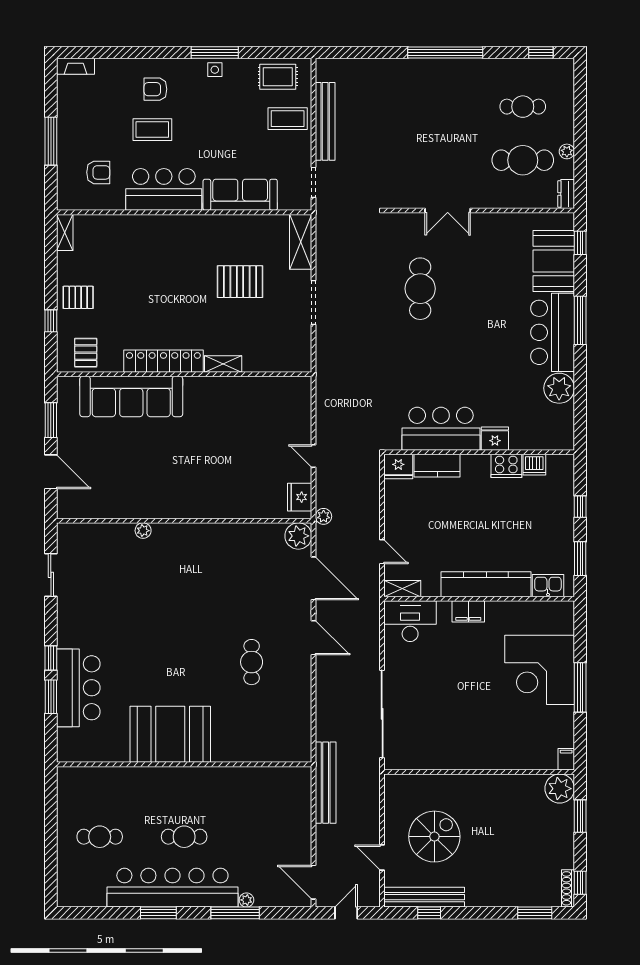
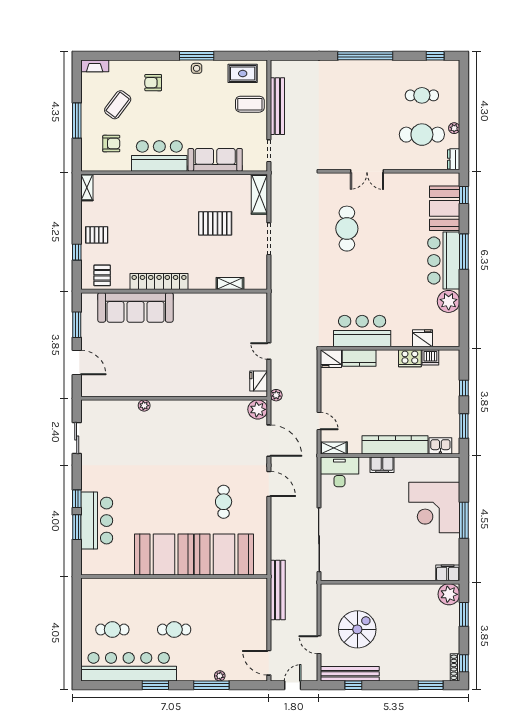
coffee table: (152, 130) -> (118, 105), moved, turned -53
shelving: (223, 364) -> (230, 284), moved
fridge: (495, 439) -> (423, 338), moved
booth: (252, 734) -> (224, 555), added
filing cabinet: (566, 759) -> (448, 573), width x2.00
bar counter: (172, 888) -> (129, 667), moved

